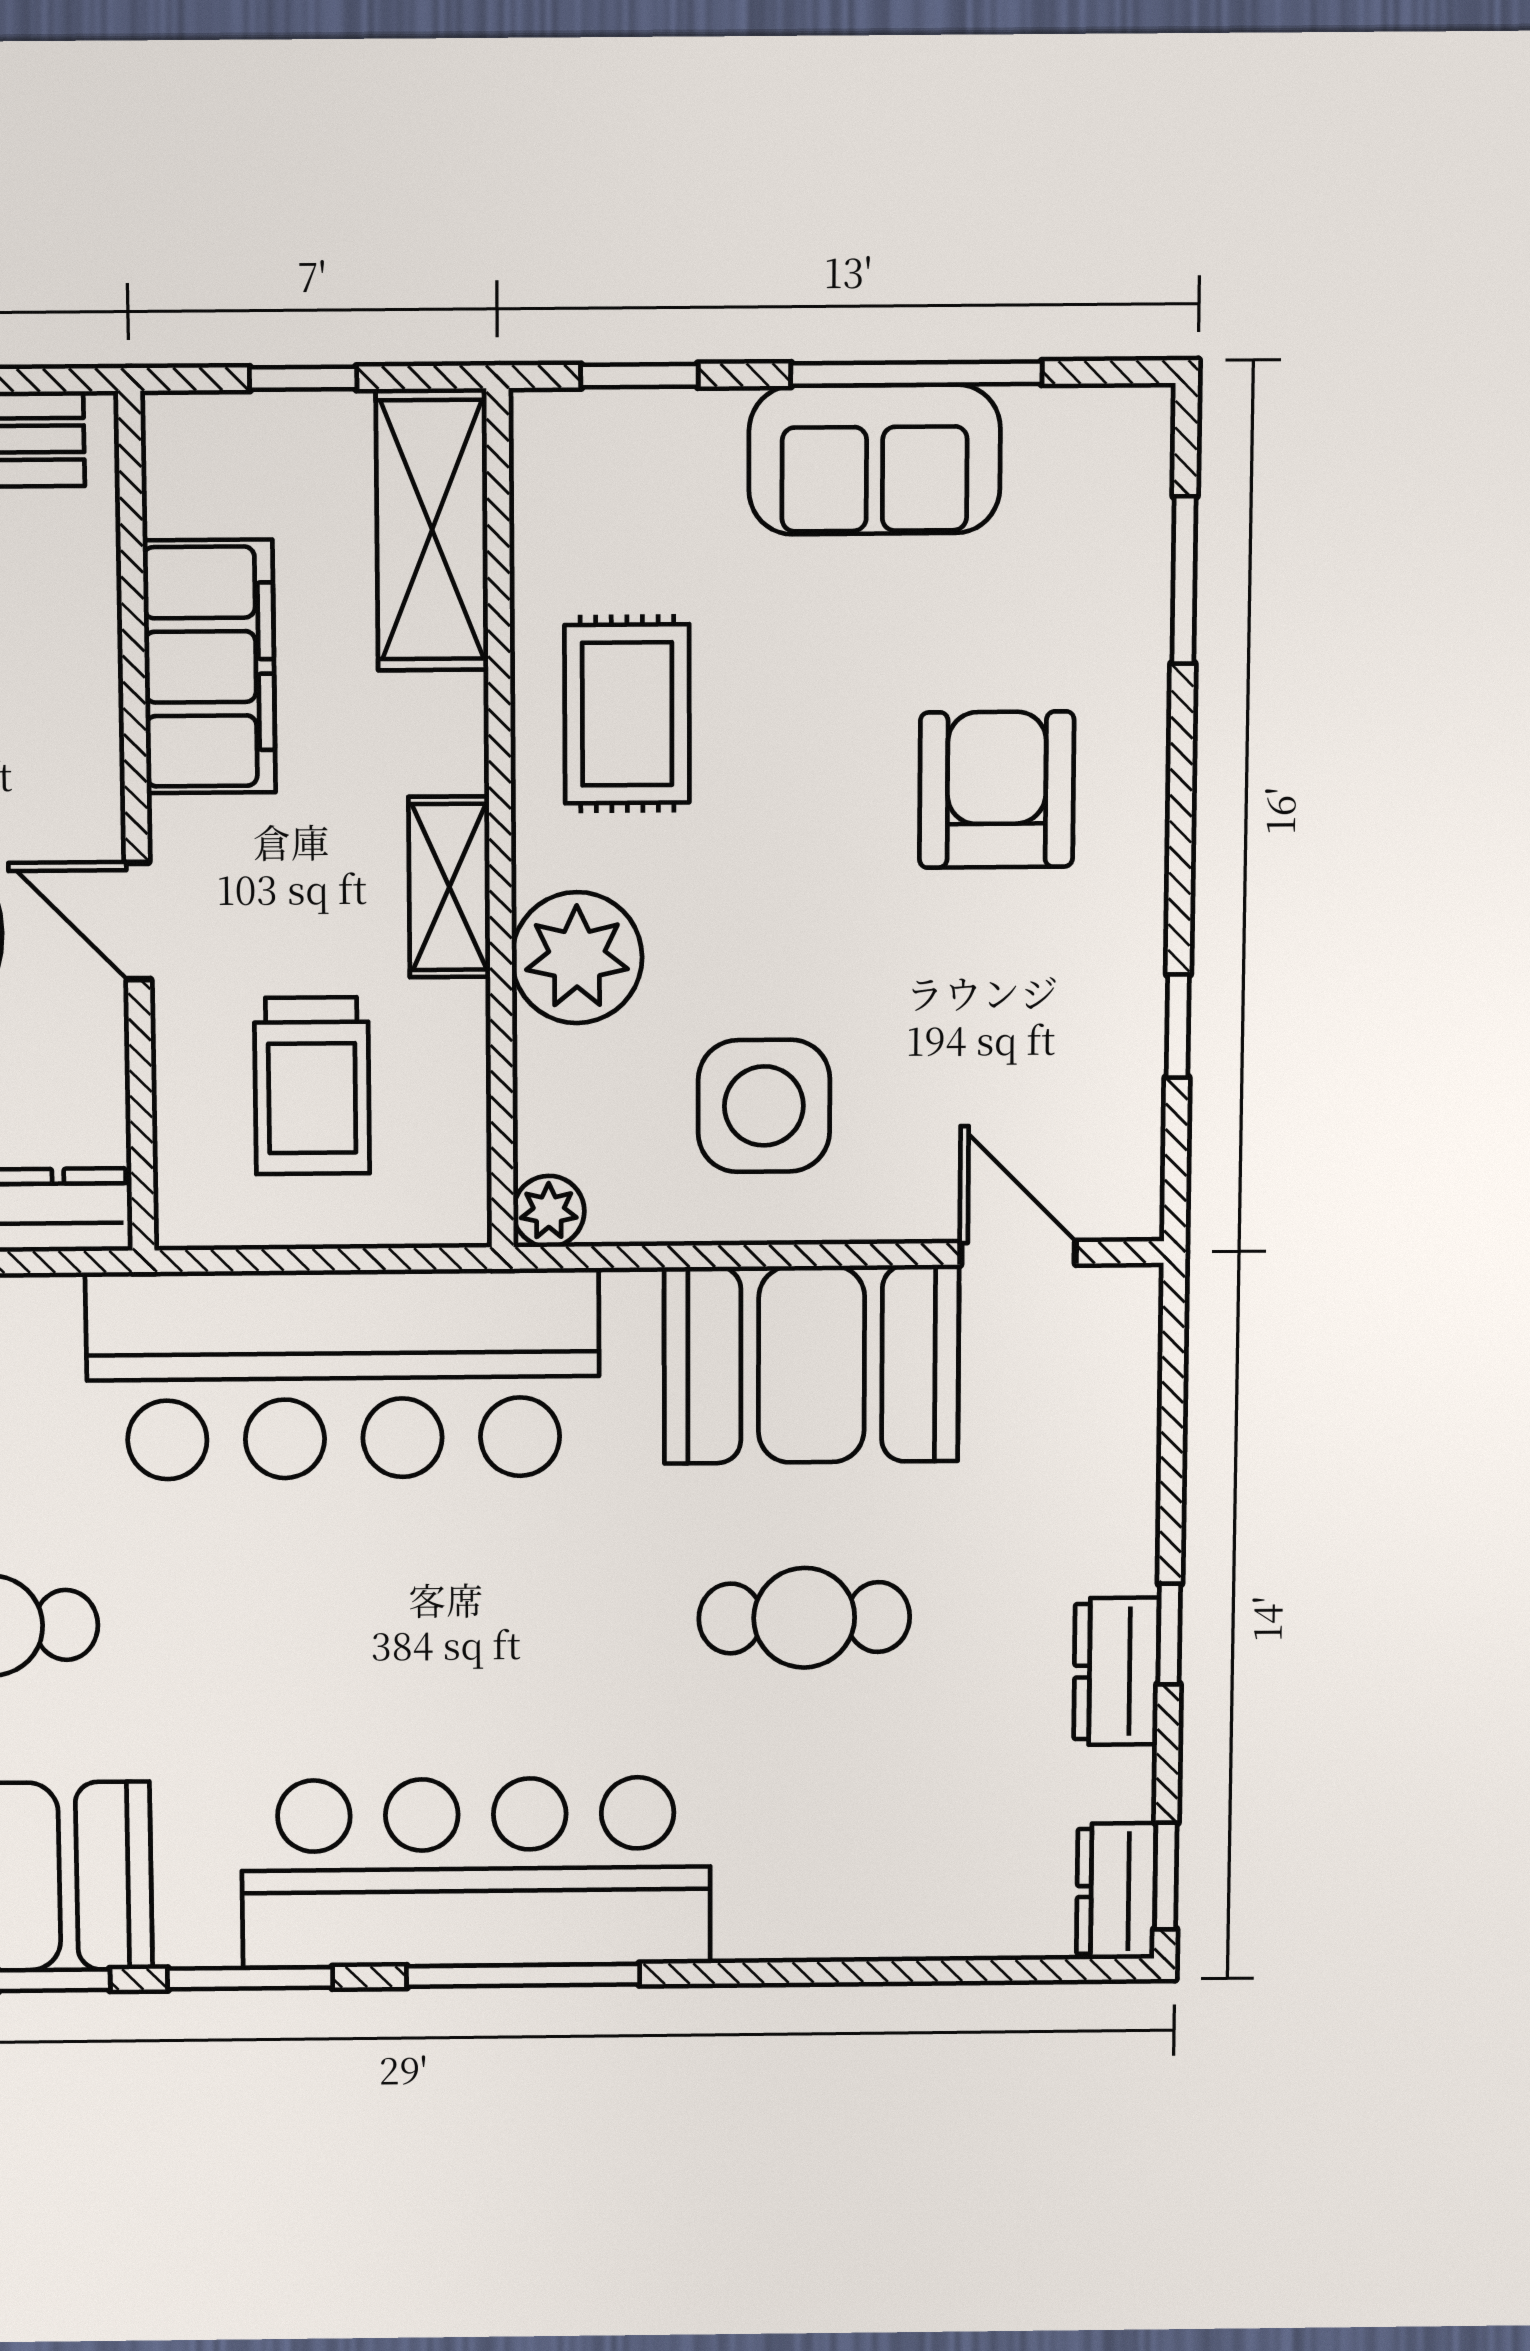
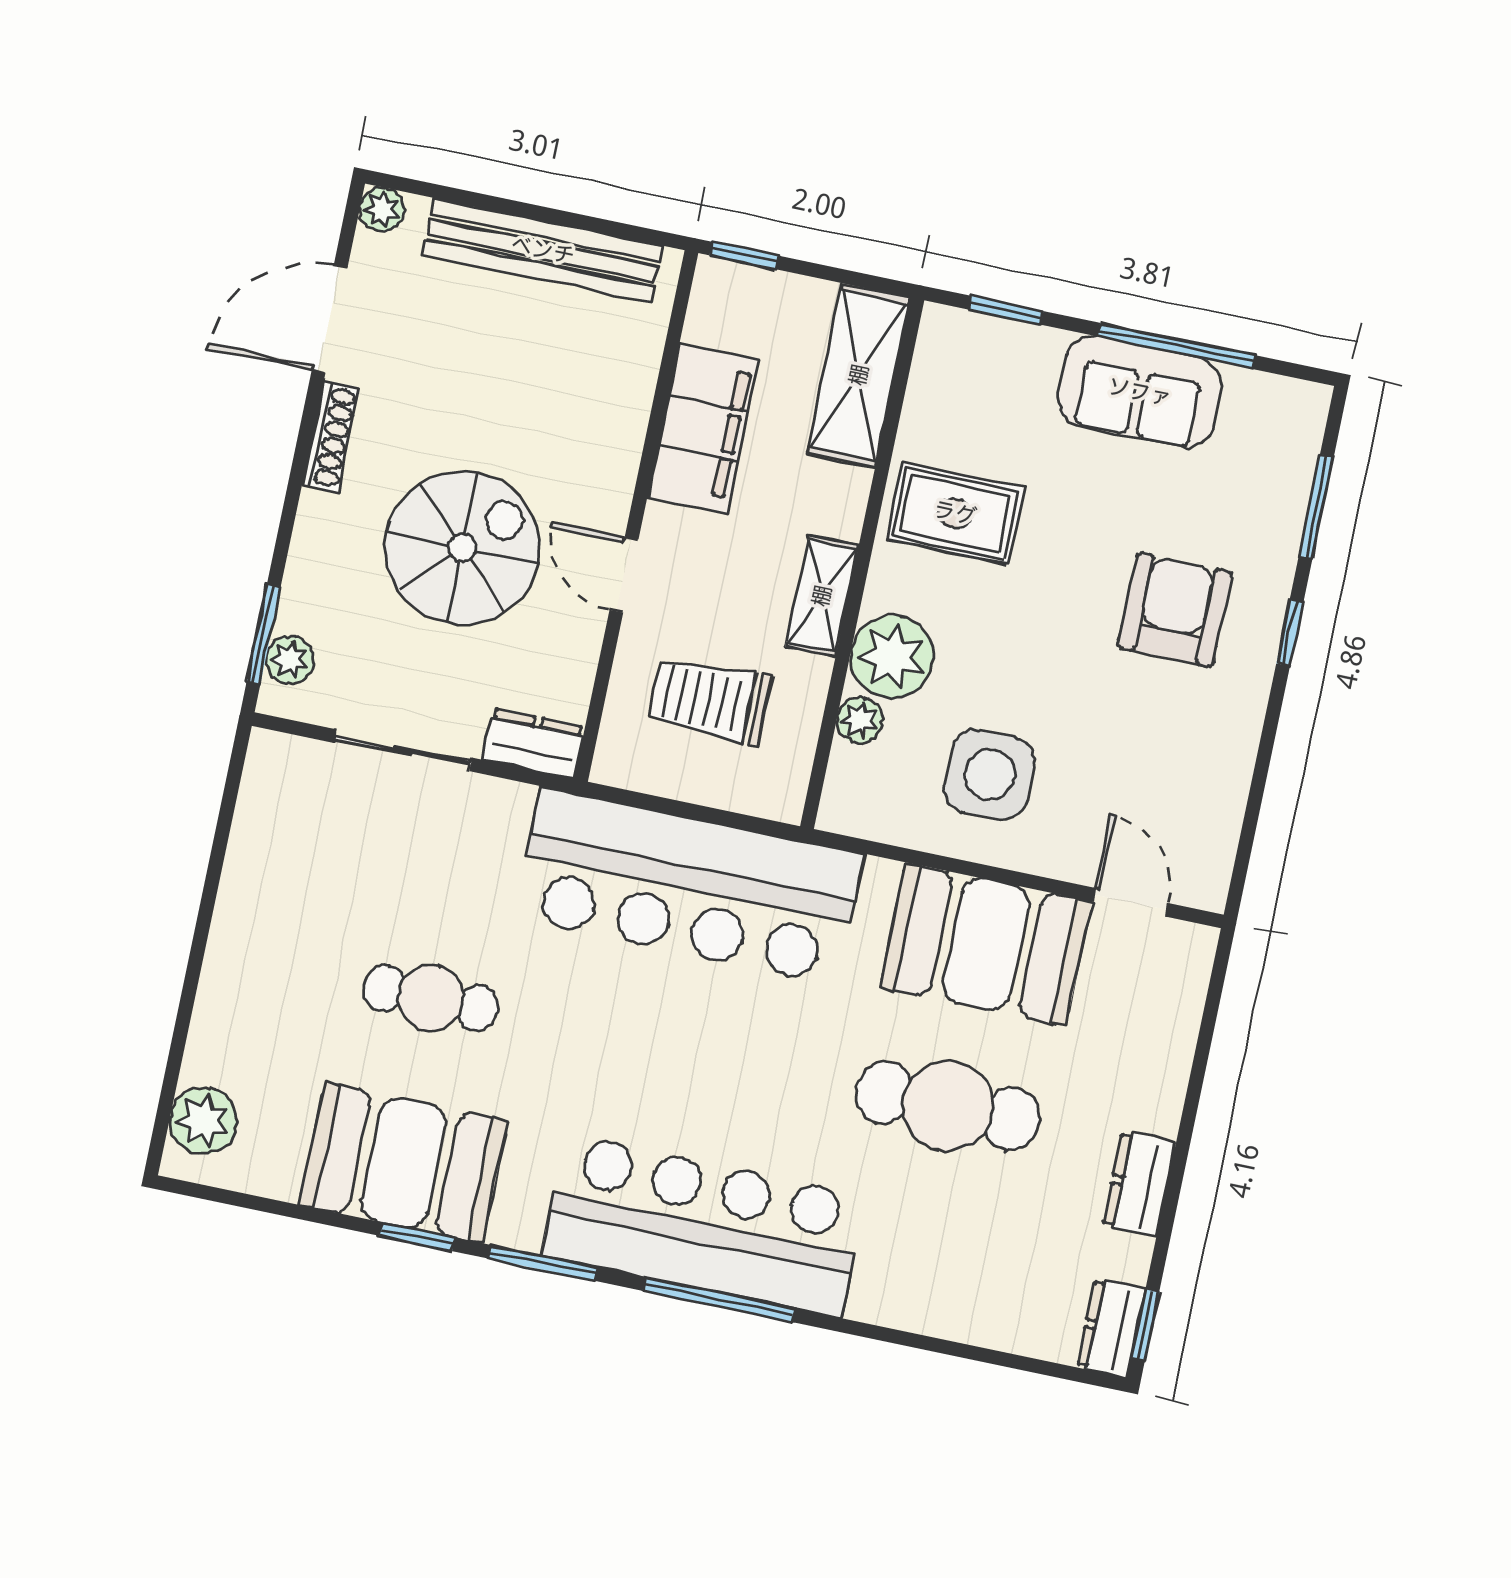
window: (303, 378) -> (744, 256), moved
rug: (627, 714) -> (955, 513), turned 90
window: (1178, 1026) -> (1290, 633), moved
trolley: (312, 1086) -> (710, 700), turned 90
plant: (549, 1211) -> (860, 720), moved
cafe table: (804, 1618) -> (948, 1106), width x1.37, depth x1.35
window: (1169, 1634) -> (1178, 1167), removed

